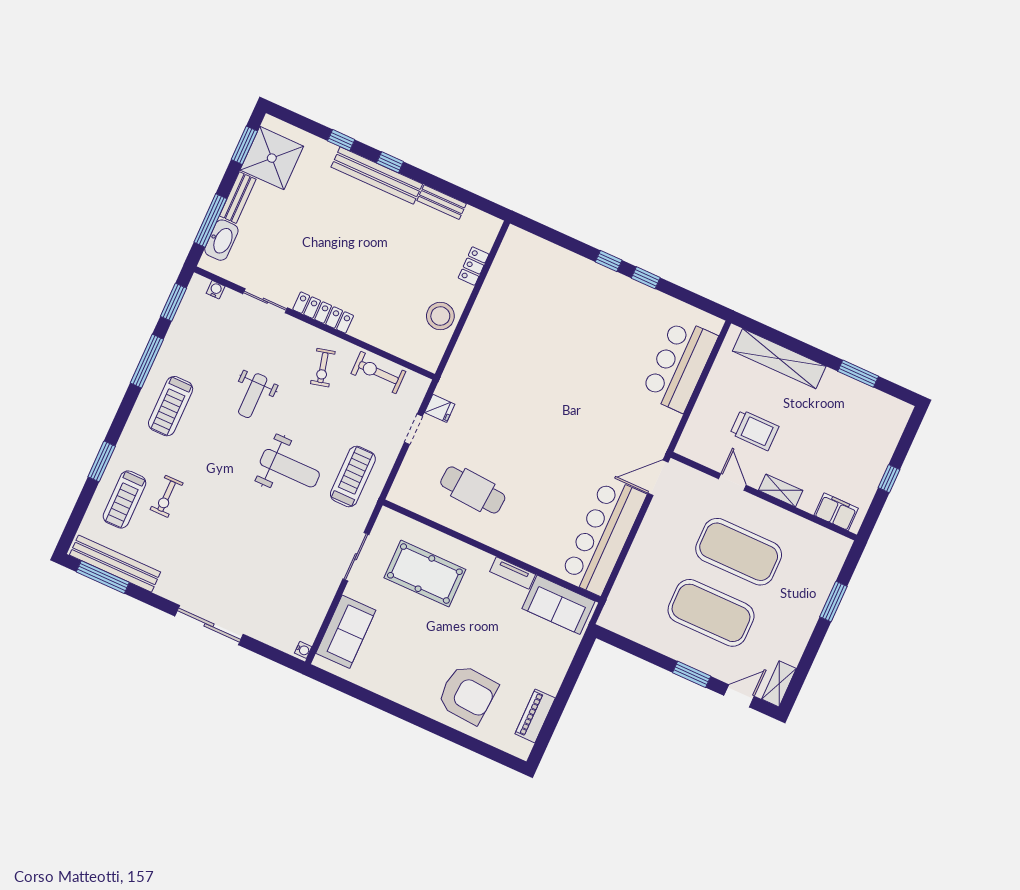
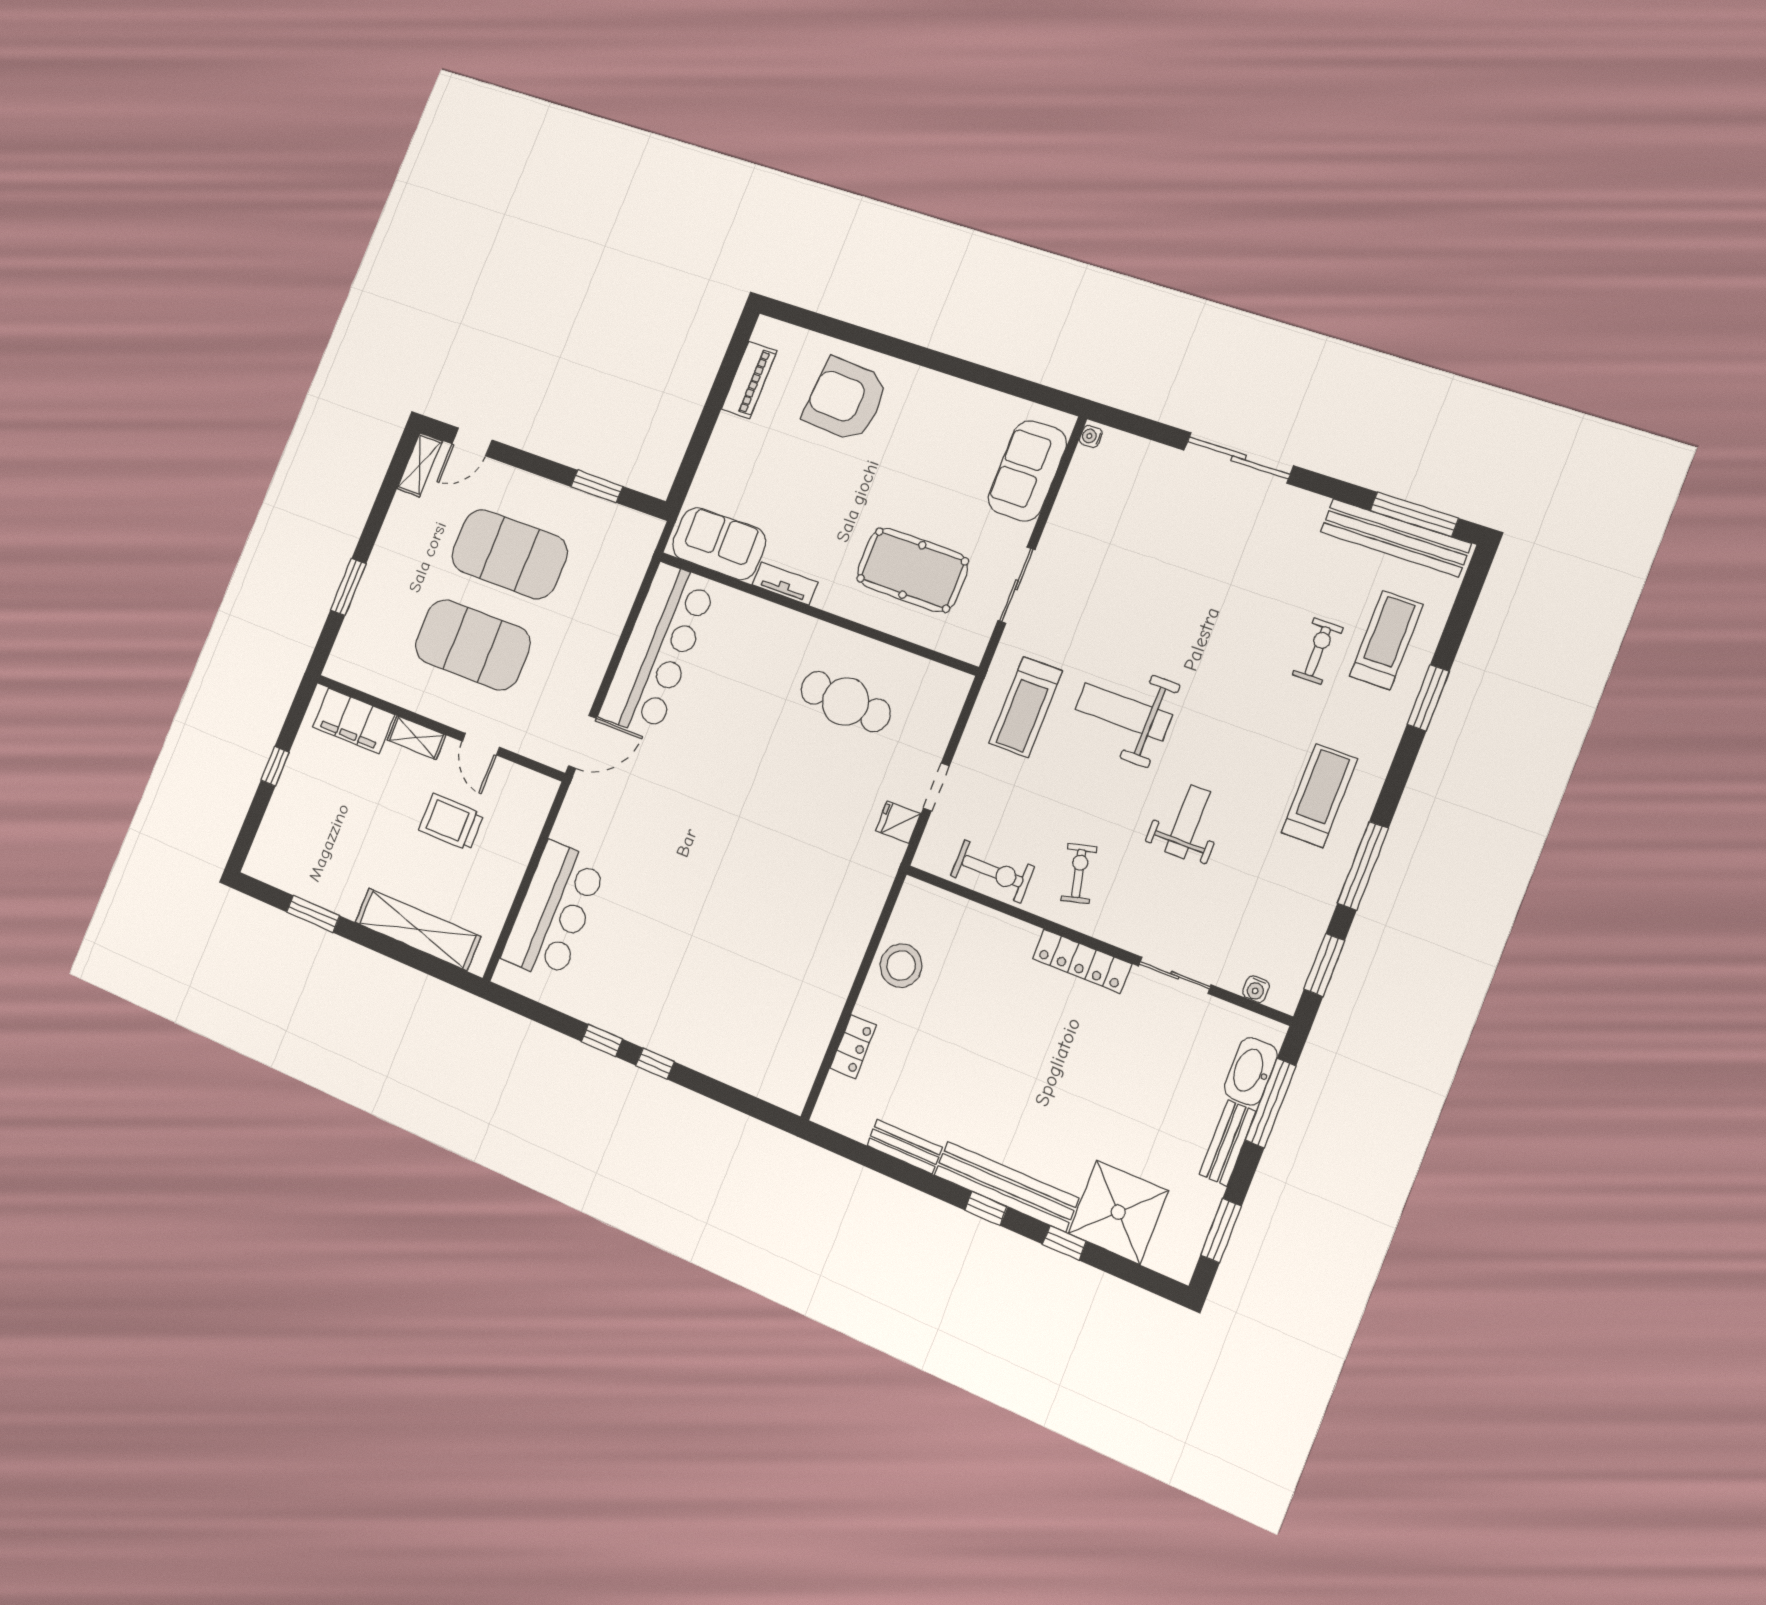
shower: (272, 158) -> (1118, 1212), moved
filing cabinet: (836, 512) -> (354, 721), width x1.50, depth x1.17
window: (692, 674) -> (597, 486), moved

